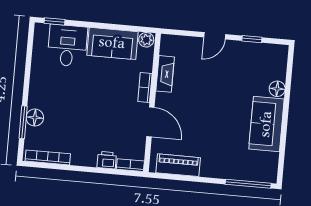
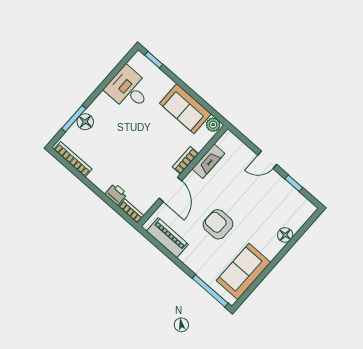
desk: (67, 46) -> (128, 89), moved, turned -90
armchair: (213, 122) -> (218, 224), added
sofa: (266, 124) -> (244, 271), moved

